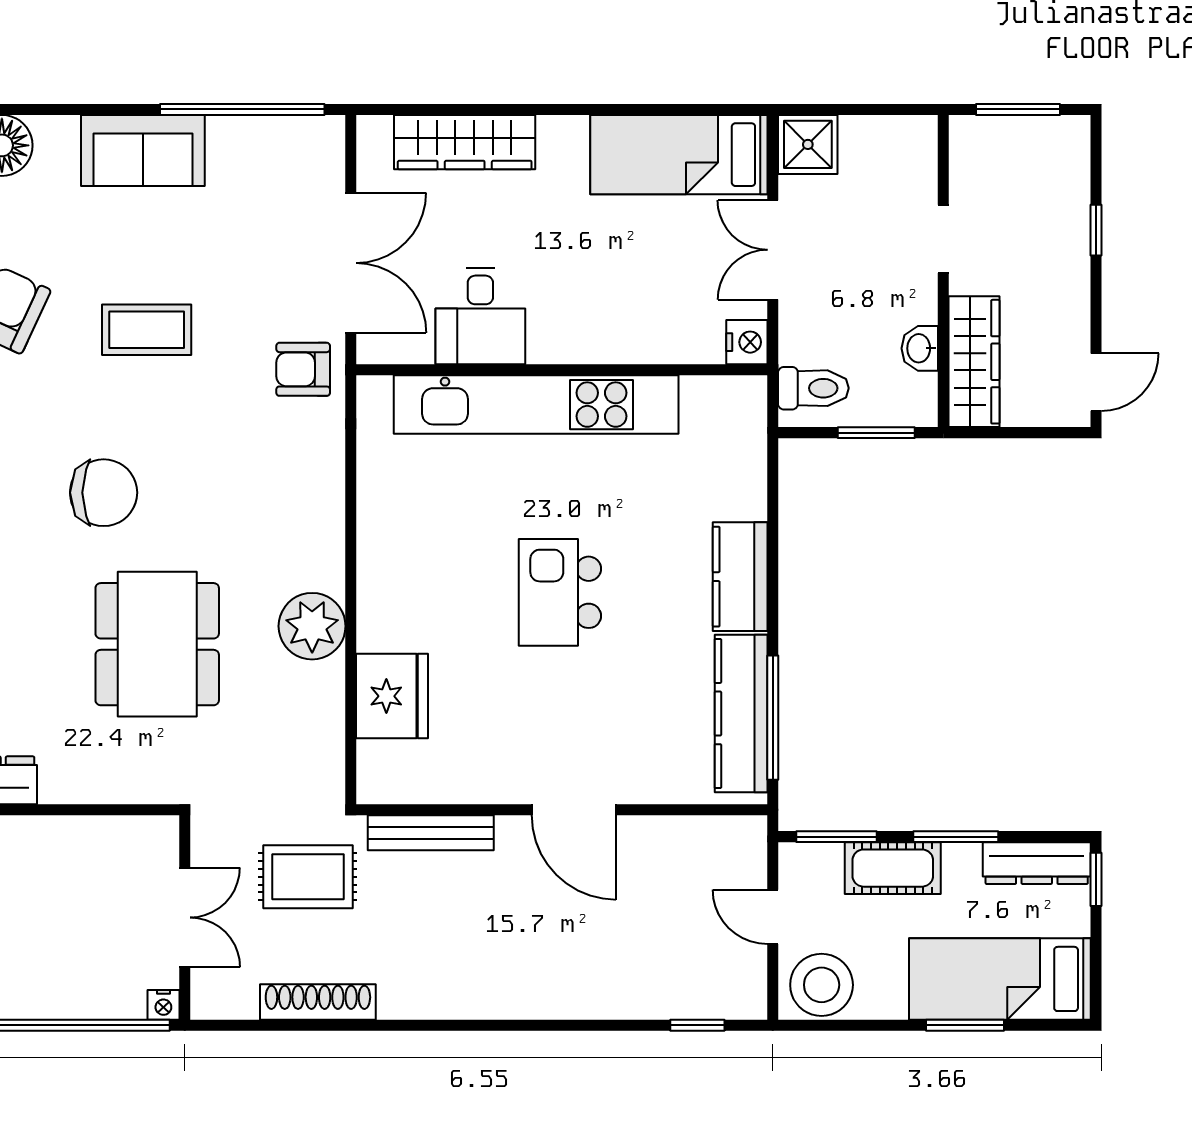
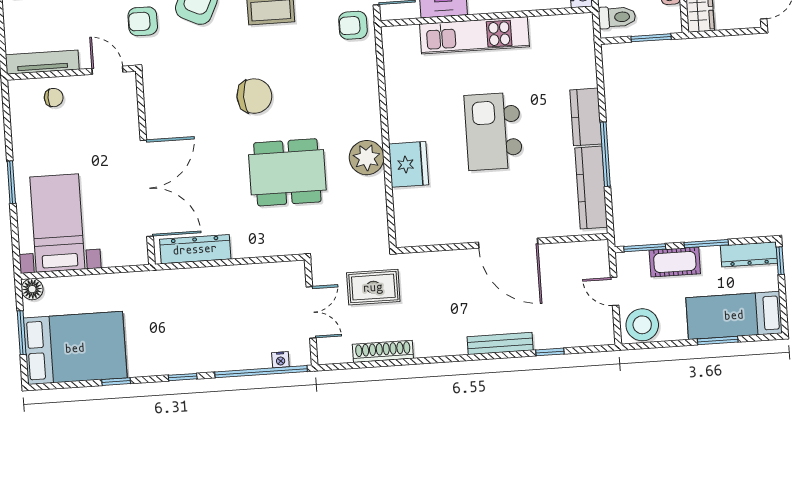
kitchen unit: (536, 405) -> (474, 35), width x0.73
kitchen island: (560, 592) -> (493, 131), width x1.37, depth x1.28
dining table: (157, 644) -> (287, 172), turned 90
fridge: (392, 696) -> (409, 164), moved
window: (773, 718) -> (605, 154), moved
door: (574, 810) -> (508, 243), width x1.36
bench: (431, 833) -> (500, 343), moved
nightstand: (163, 1005) -> (280, 360), moved
window: (697, 1025) -> (550, 352), moved

